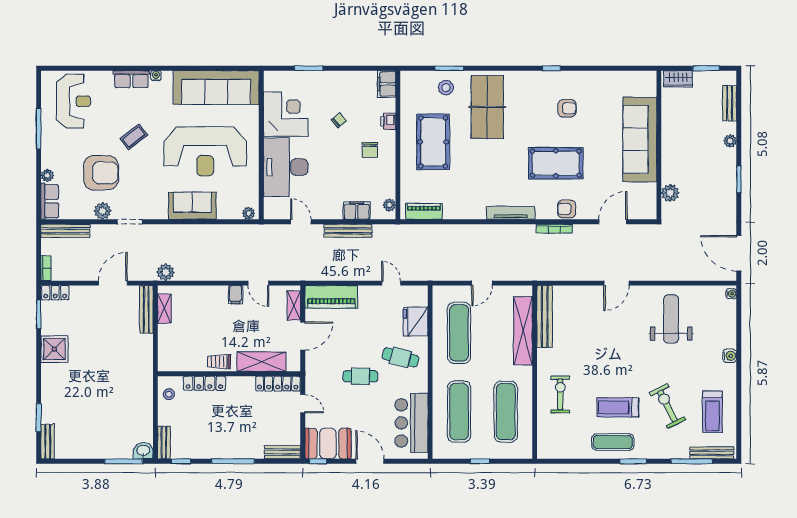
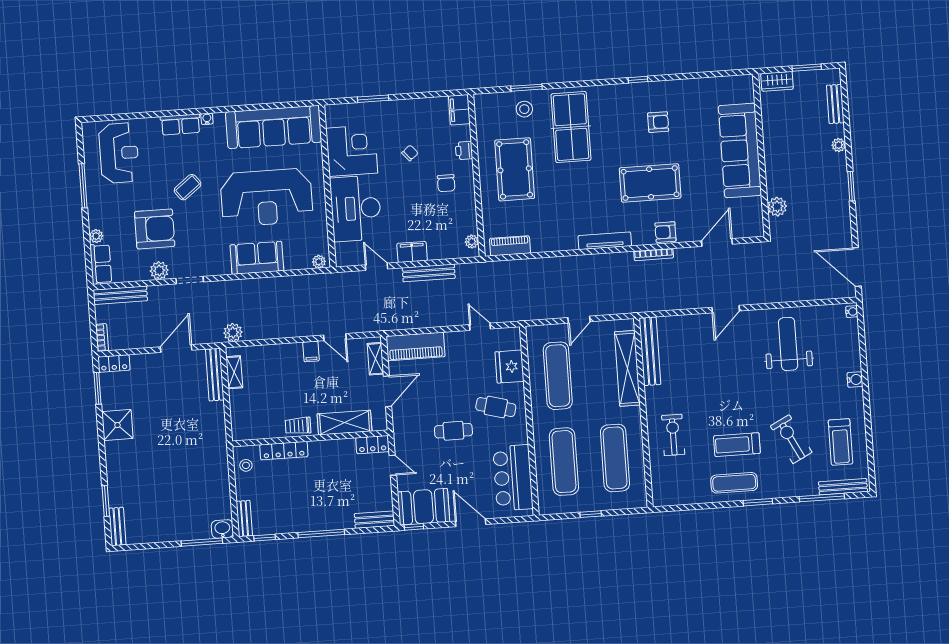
filing cabinet: (357, 211) -> (412, 252), moved
locker: (278, 384) -> (372, 445), width x0.66

